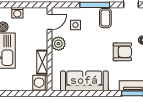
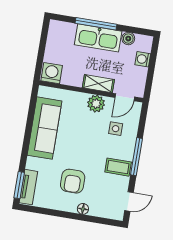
door: (50, 22) -> (125, 97), hinge flipped
shelving: (42, 62) -> (98, 84), moved

